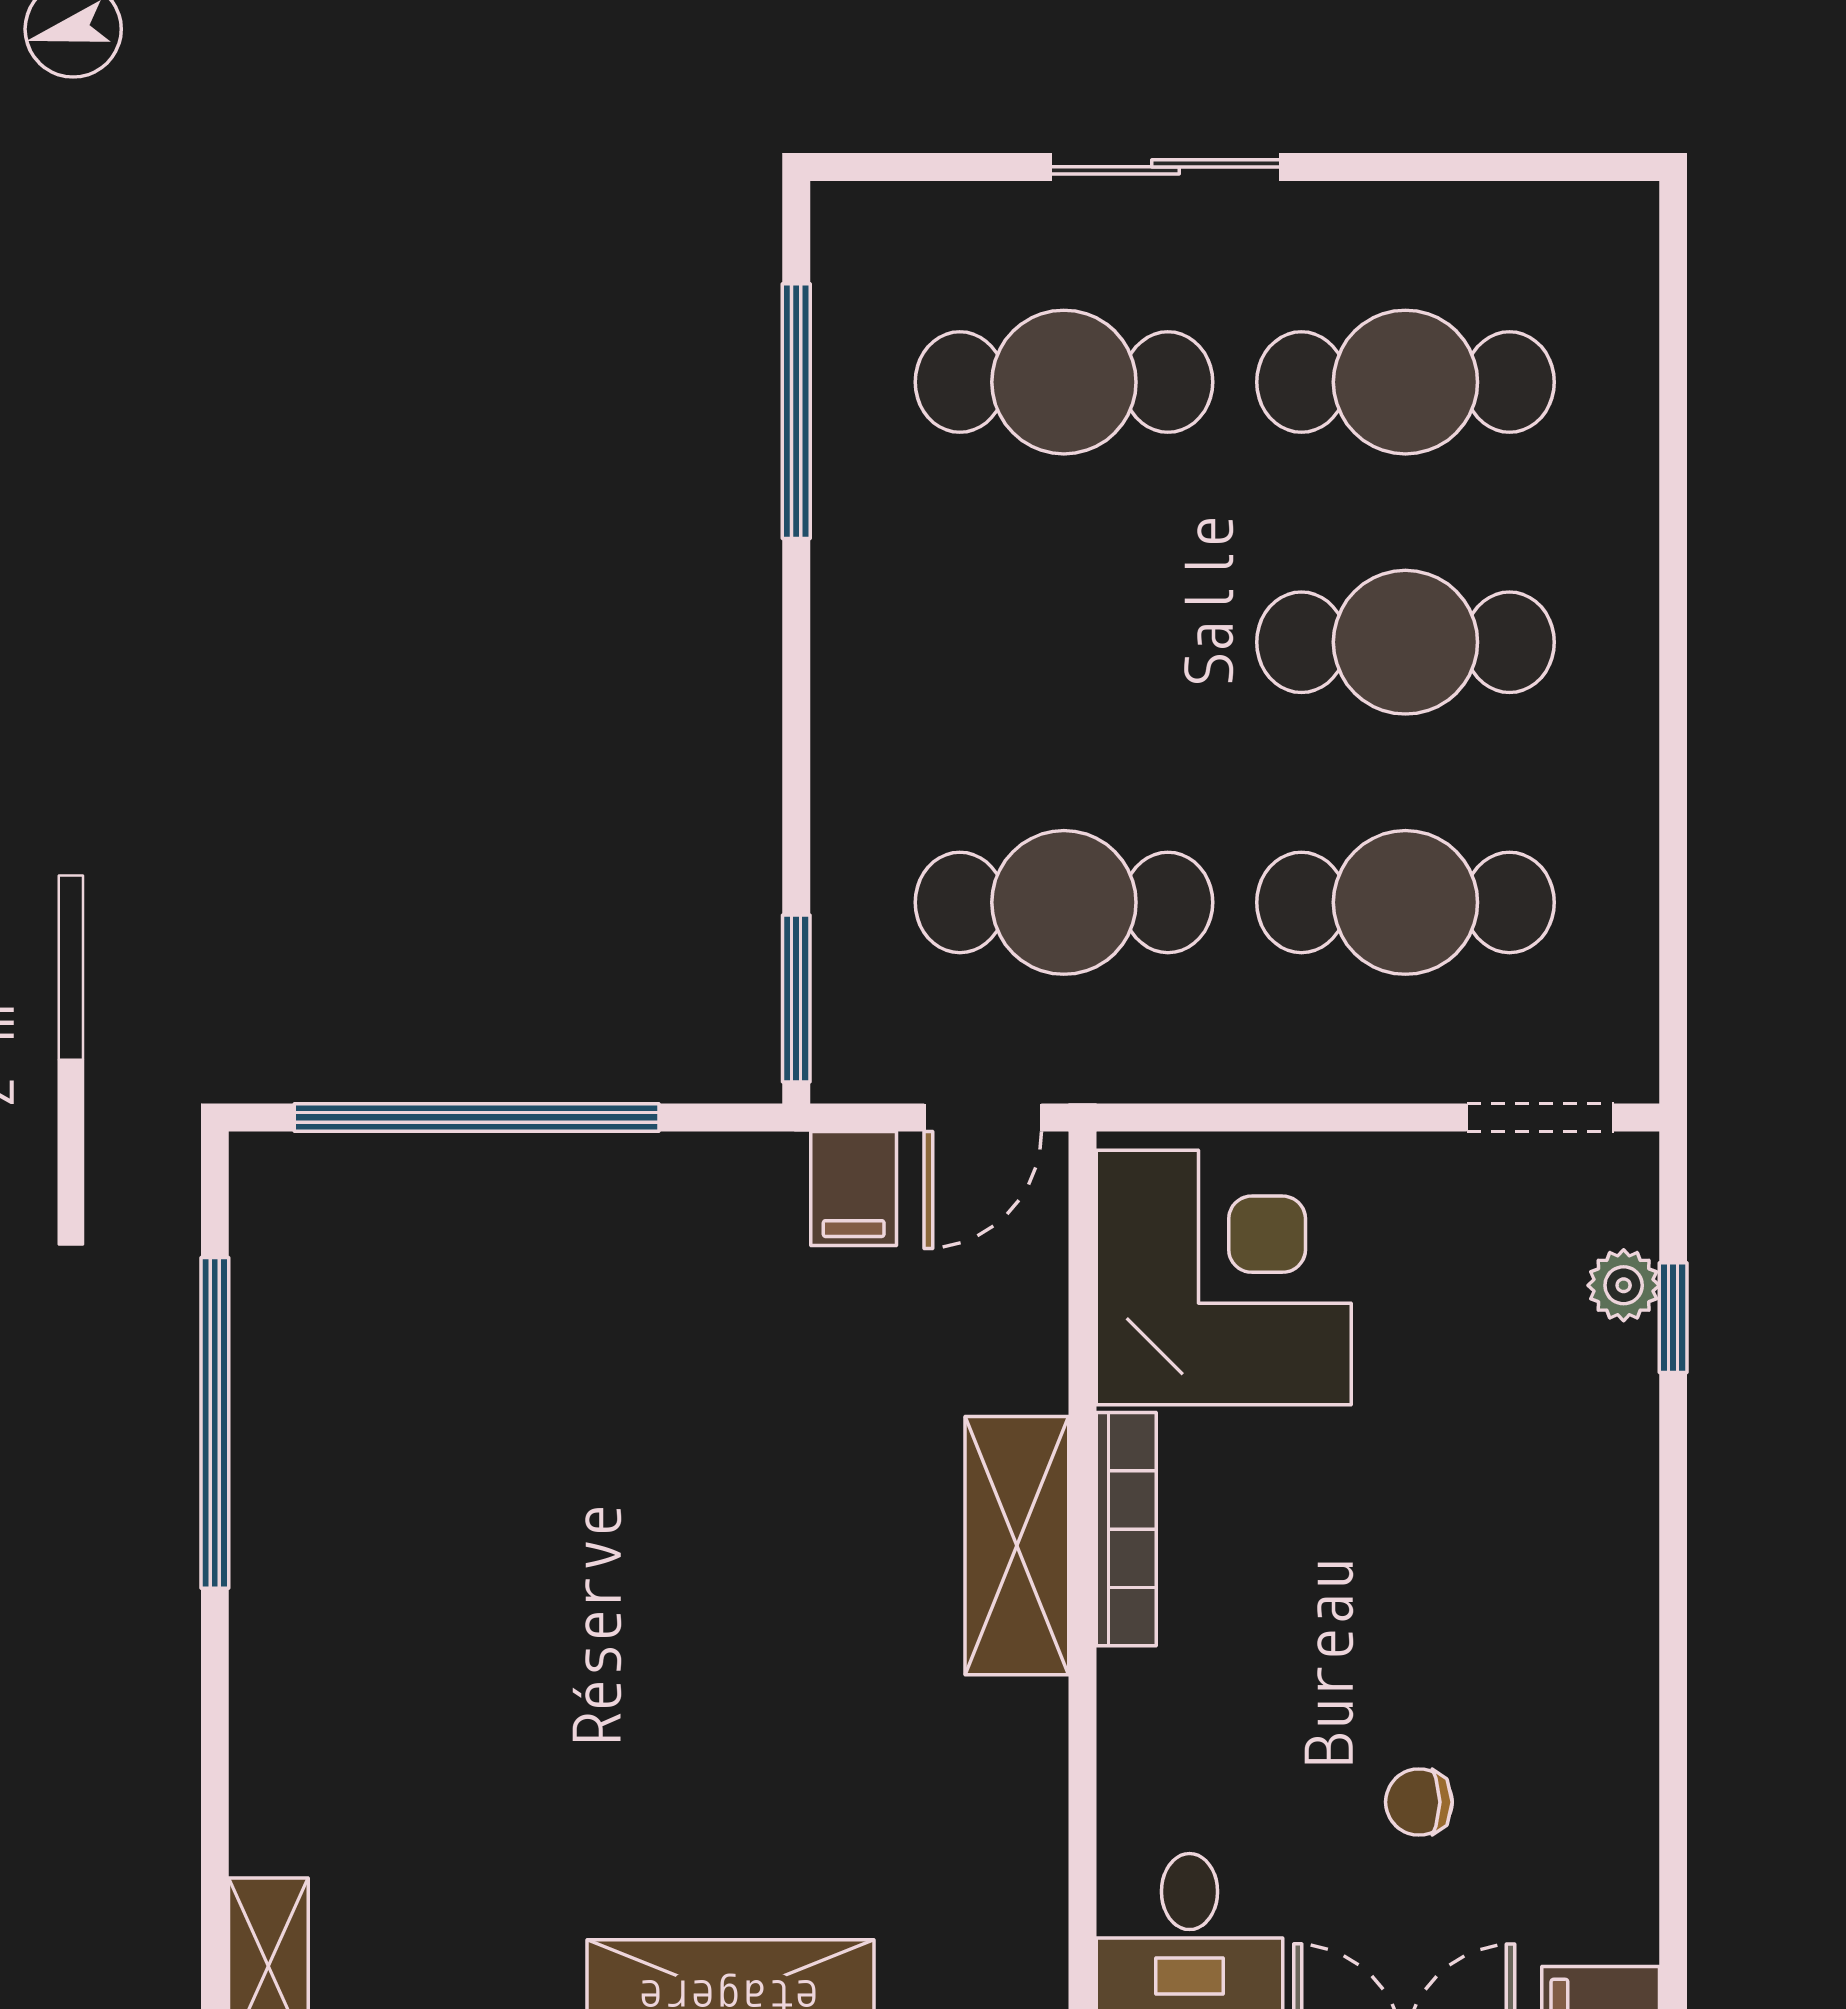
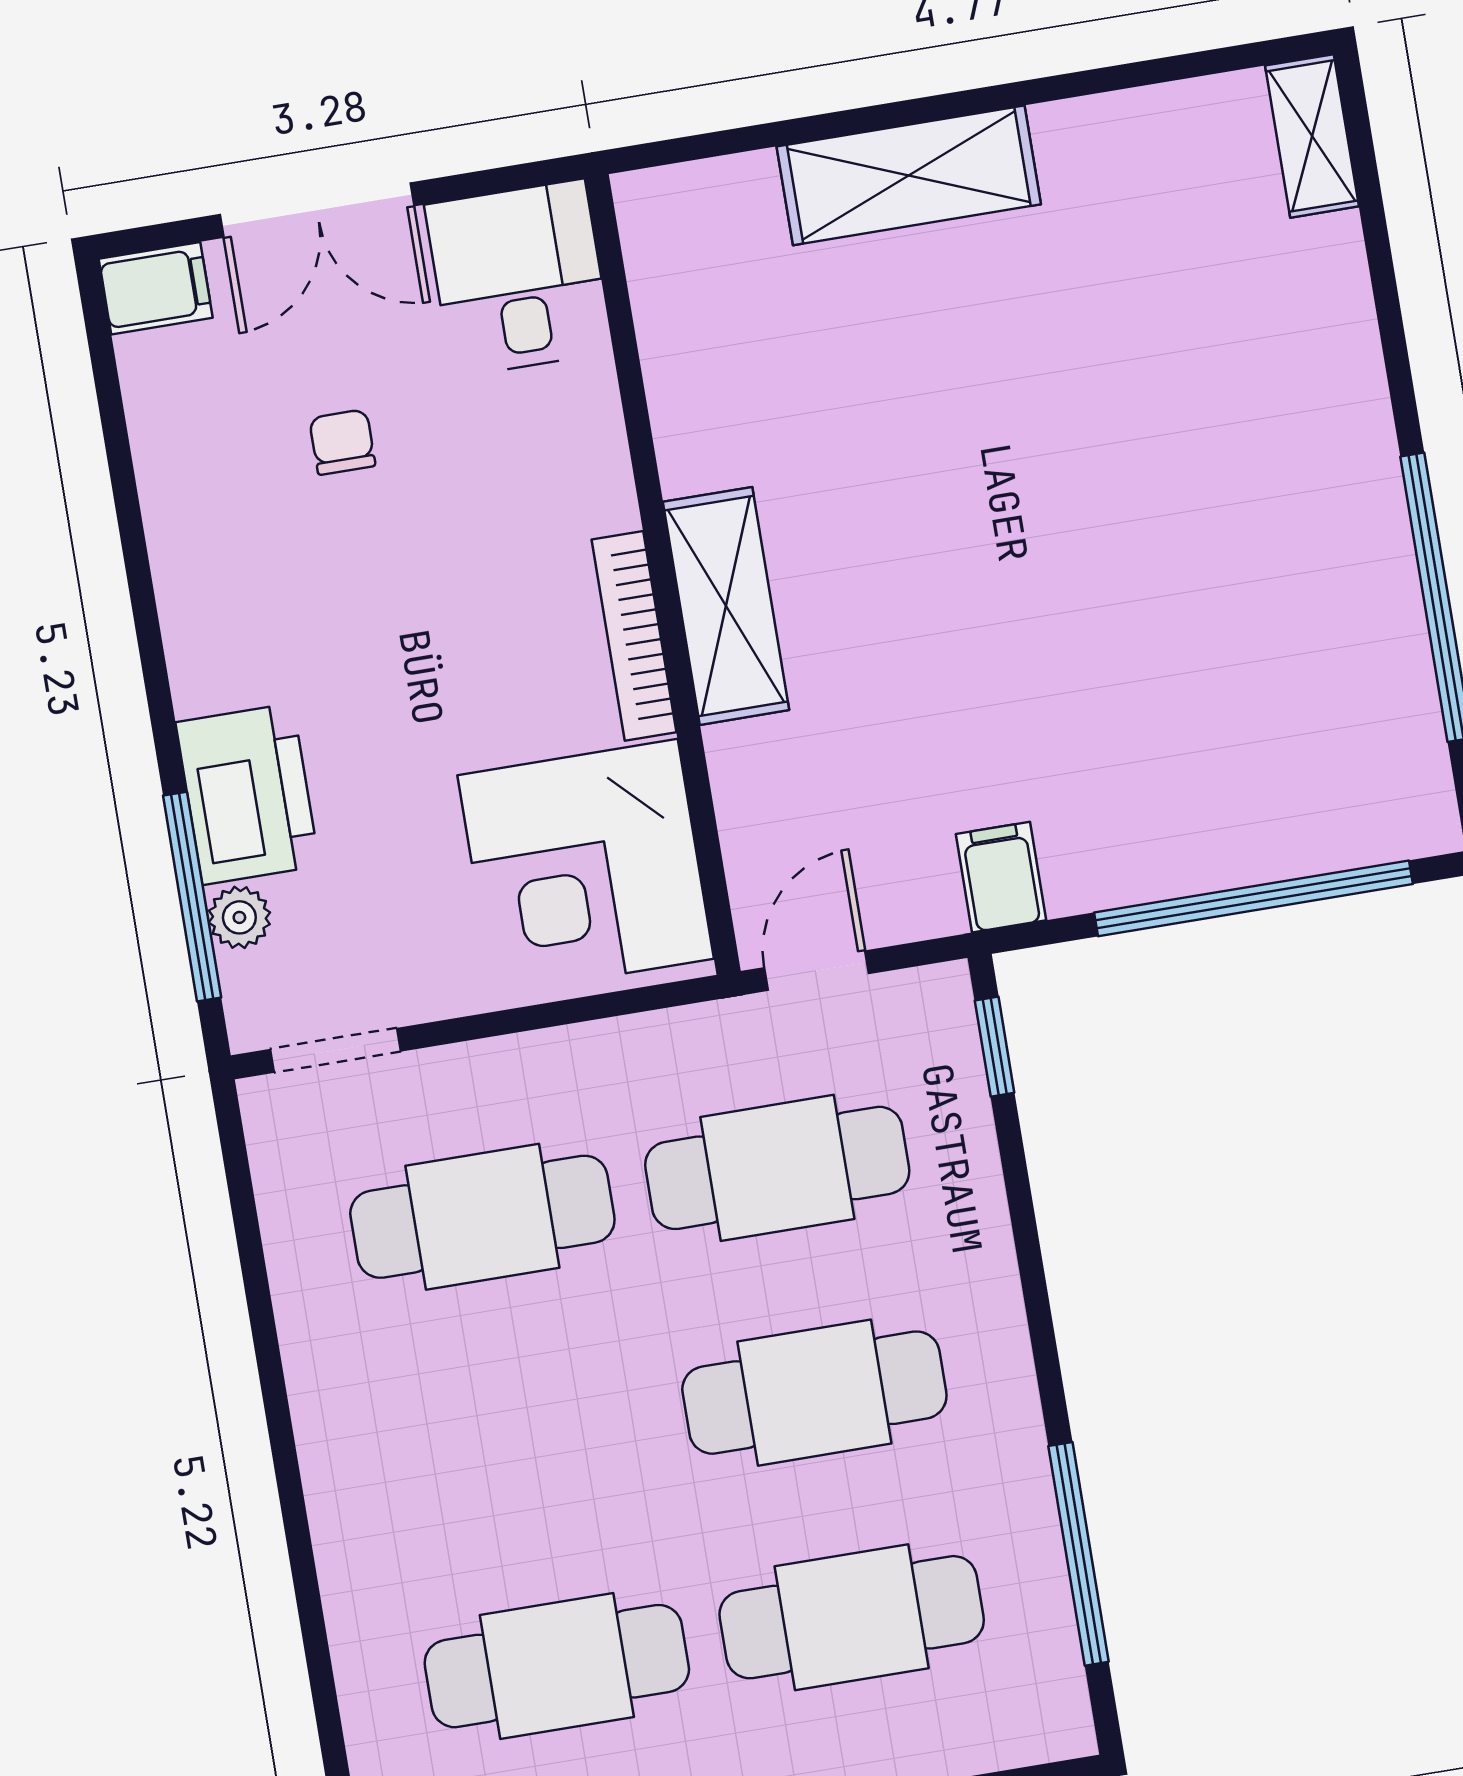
cafe table: (1405, 642) -> (814, 1393), moved
window: (796, 999) -> (995, 1047), width x0.67
filing cabinet: (854, 1189) -> (1001, 877), moved
window: (1673, 1318) -> (192, 897), width x2.17
printer: (1591, 1423) -> (248, 794), added
chair: (1419, 1802) -> (342, 442), turned -90

